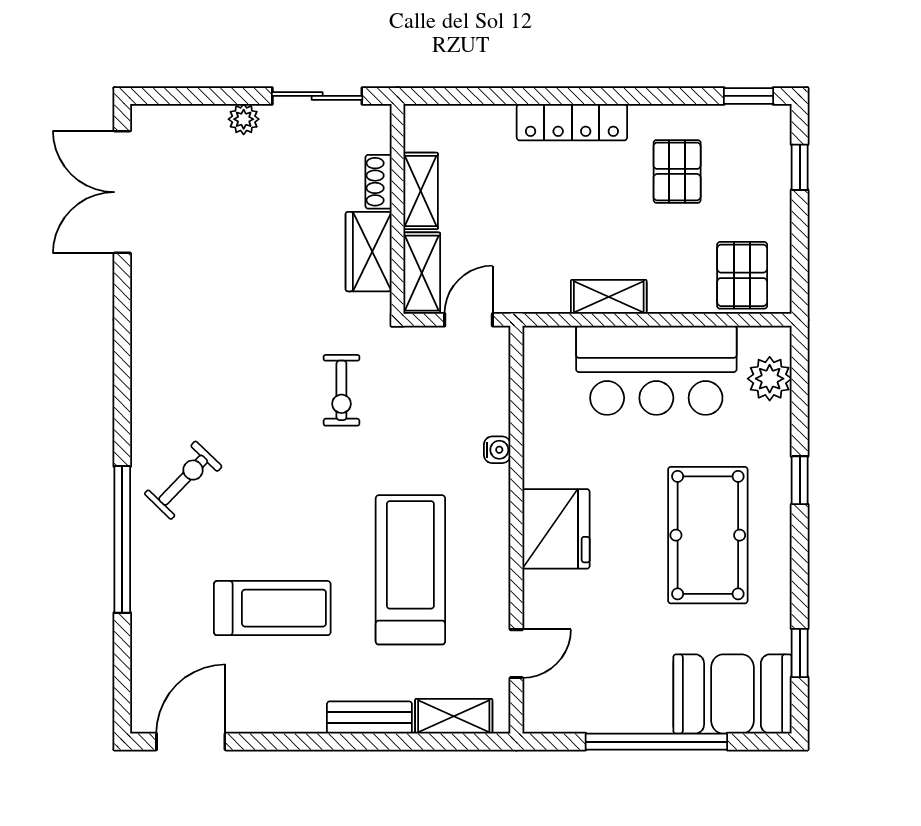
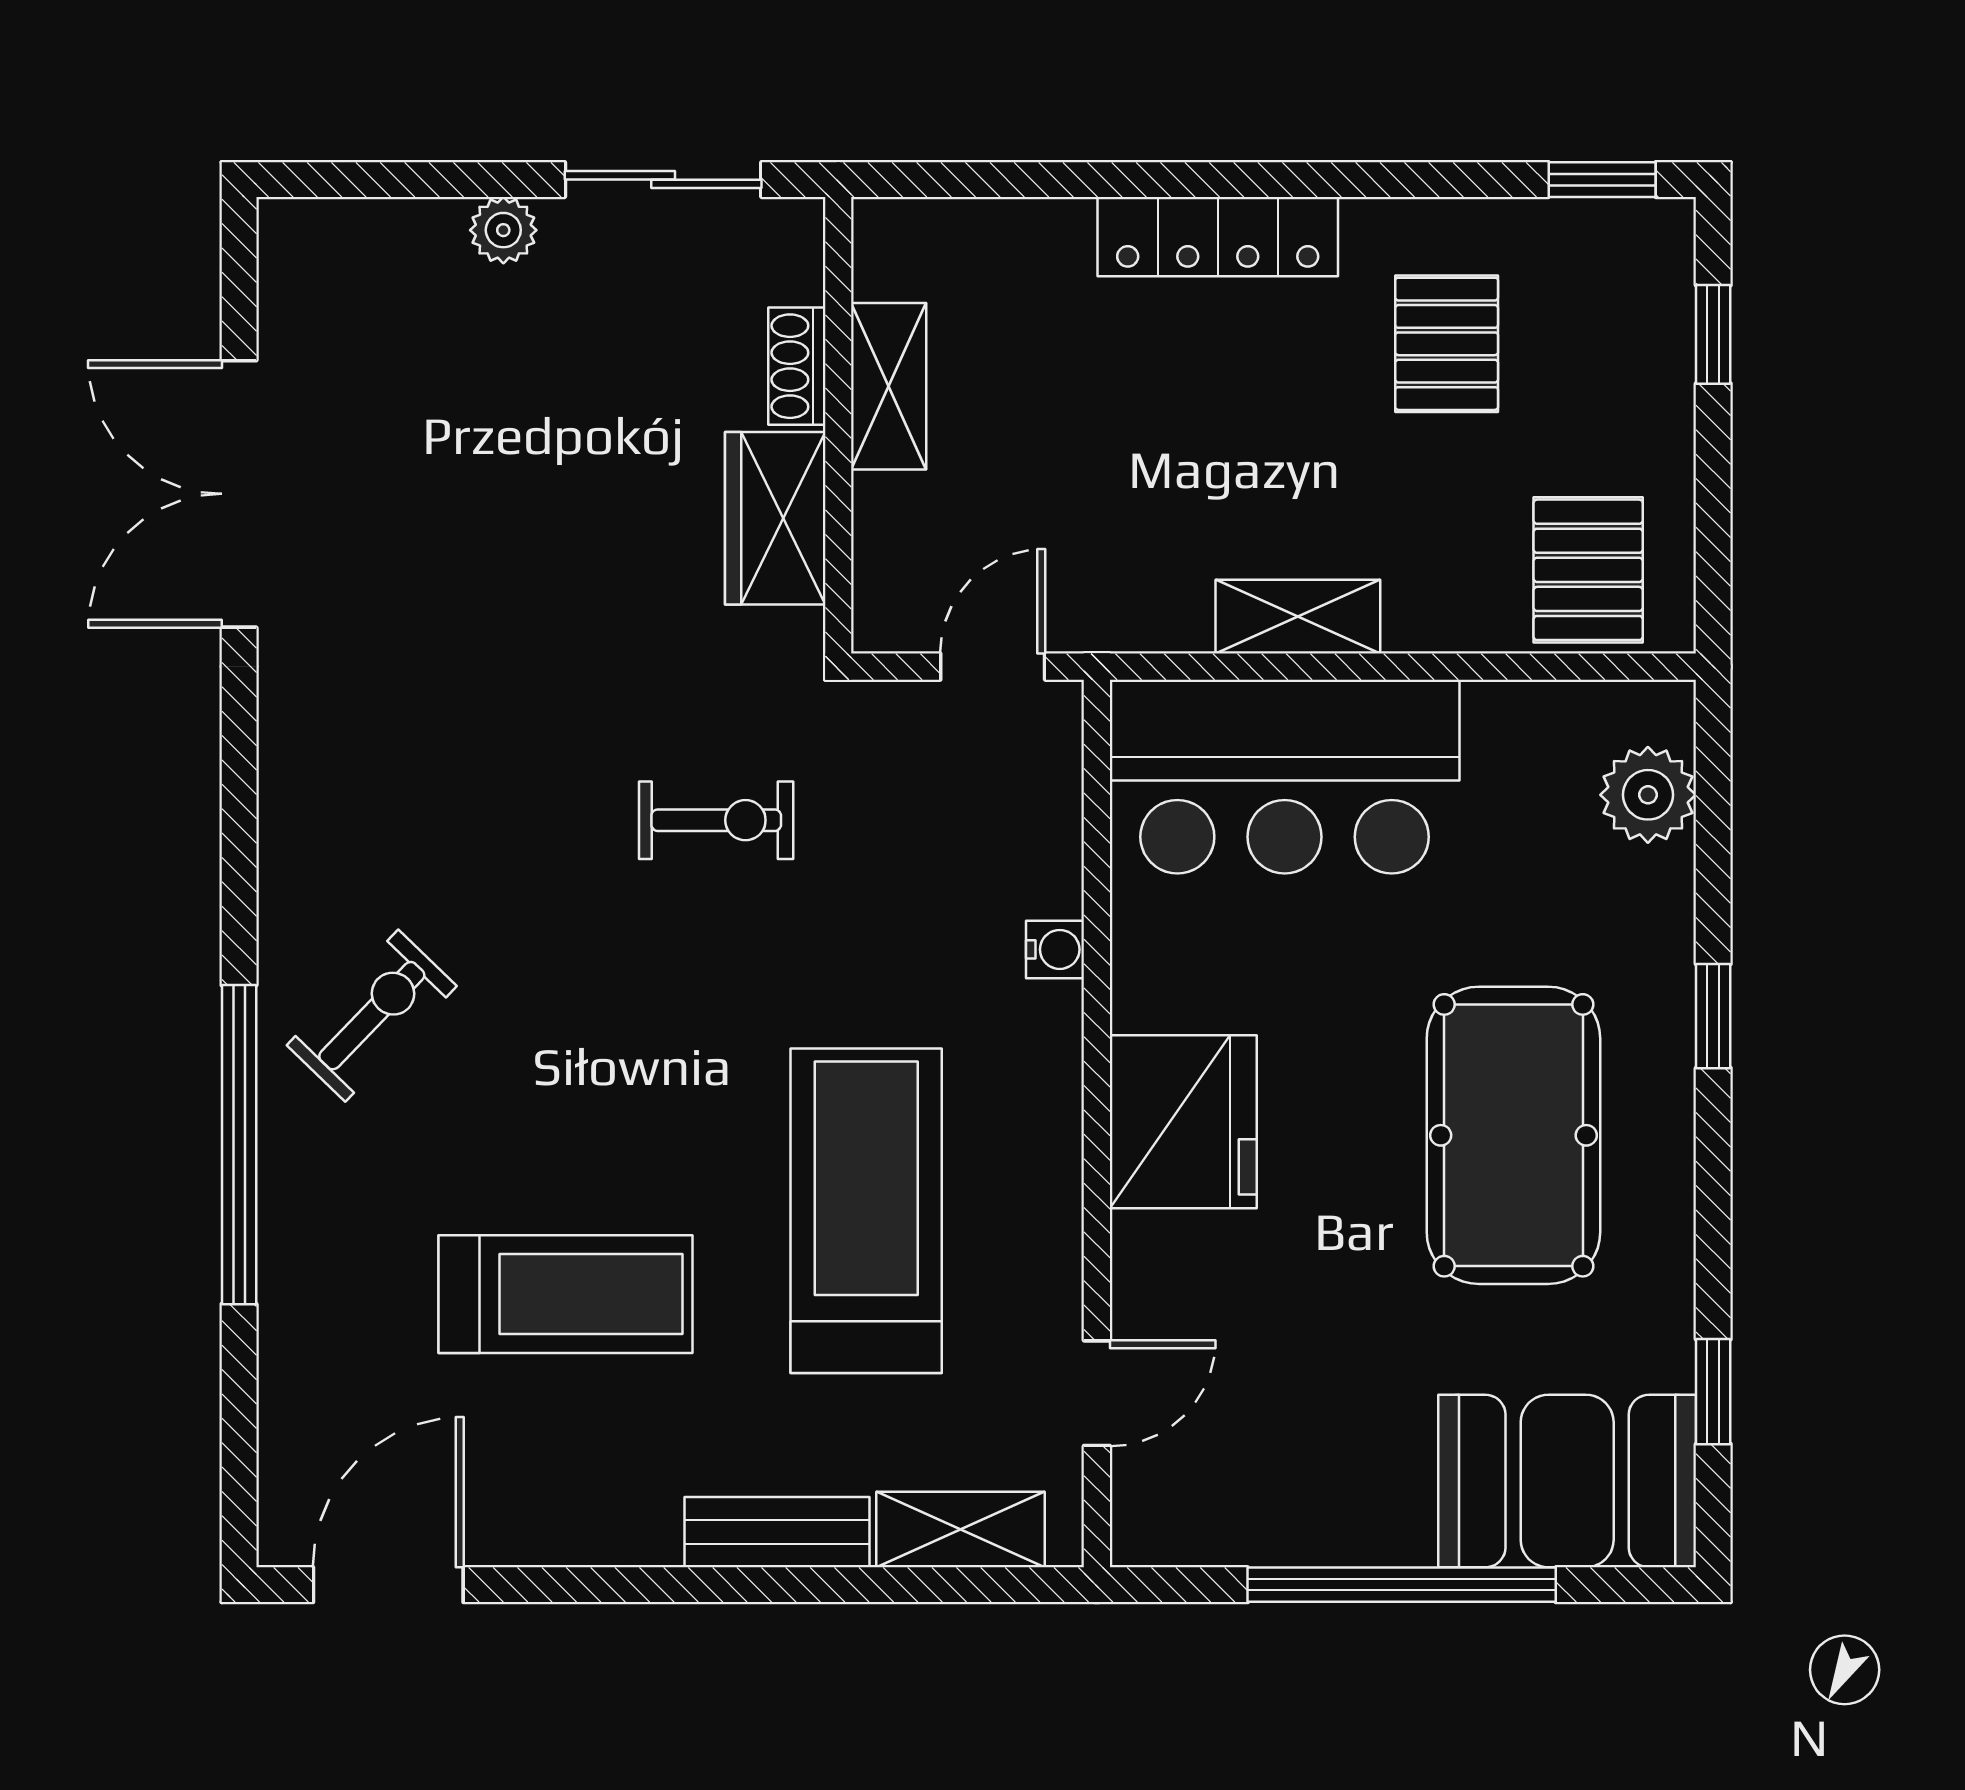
double door: (122, 192) -> (239, 494), moved
shelving: (422, 273) -> (891, 565), removed
bar counter: (656, 370) -> (1285, 777), moved
exercise bike: (341, 390) -> (716, 820), turned -90

